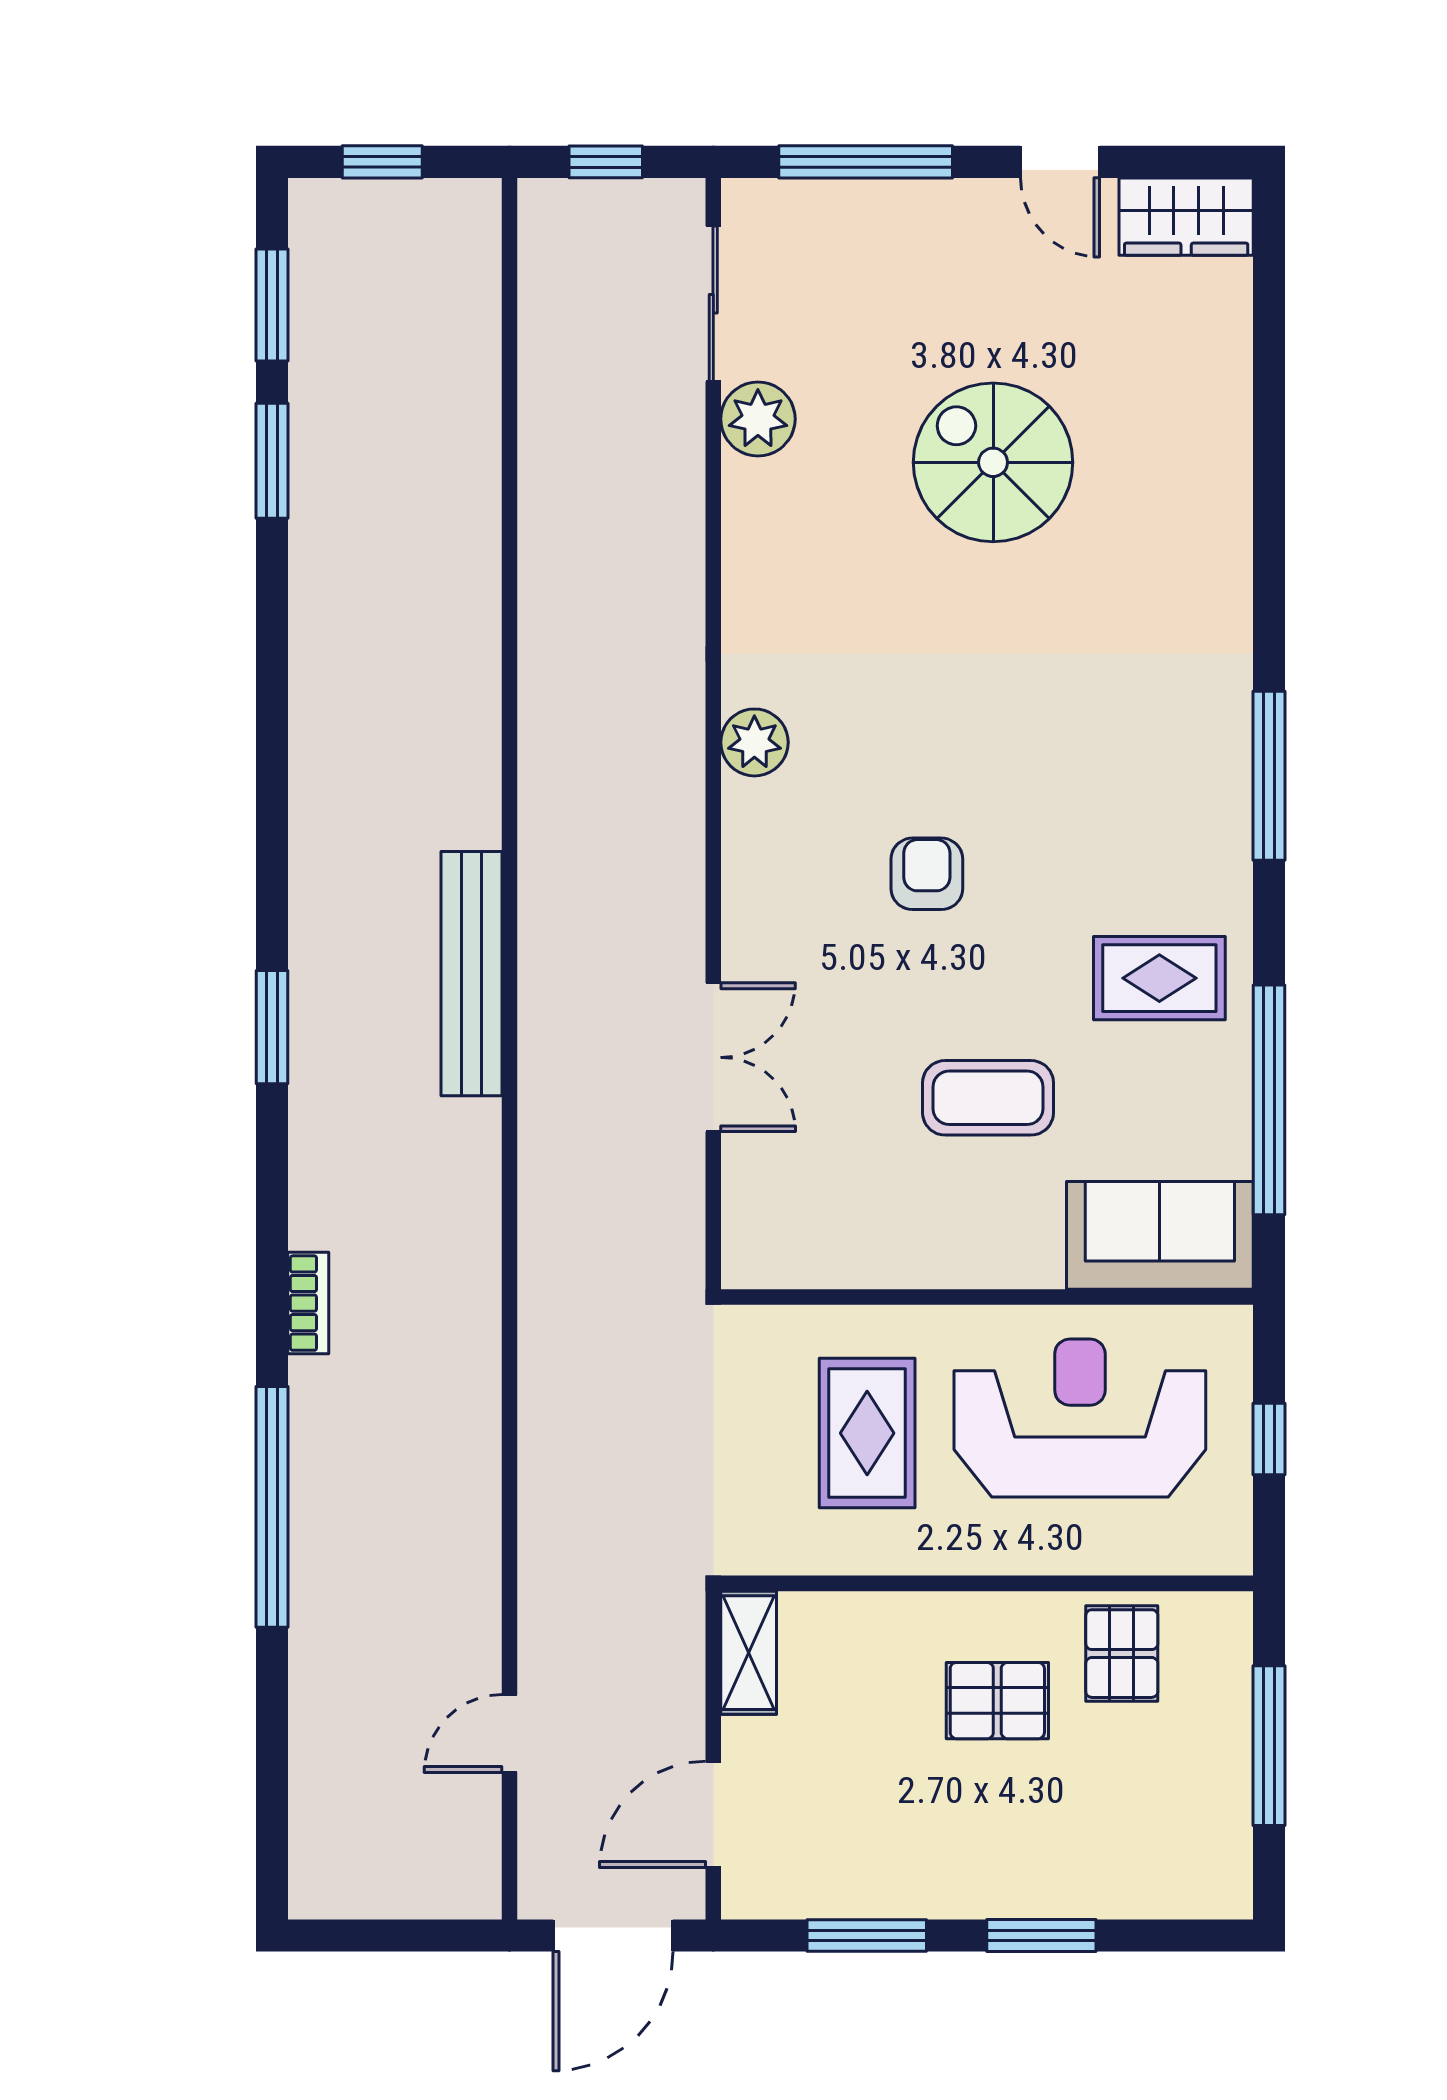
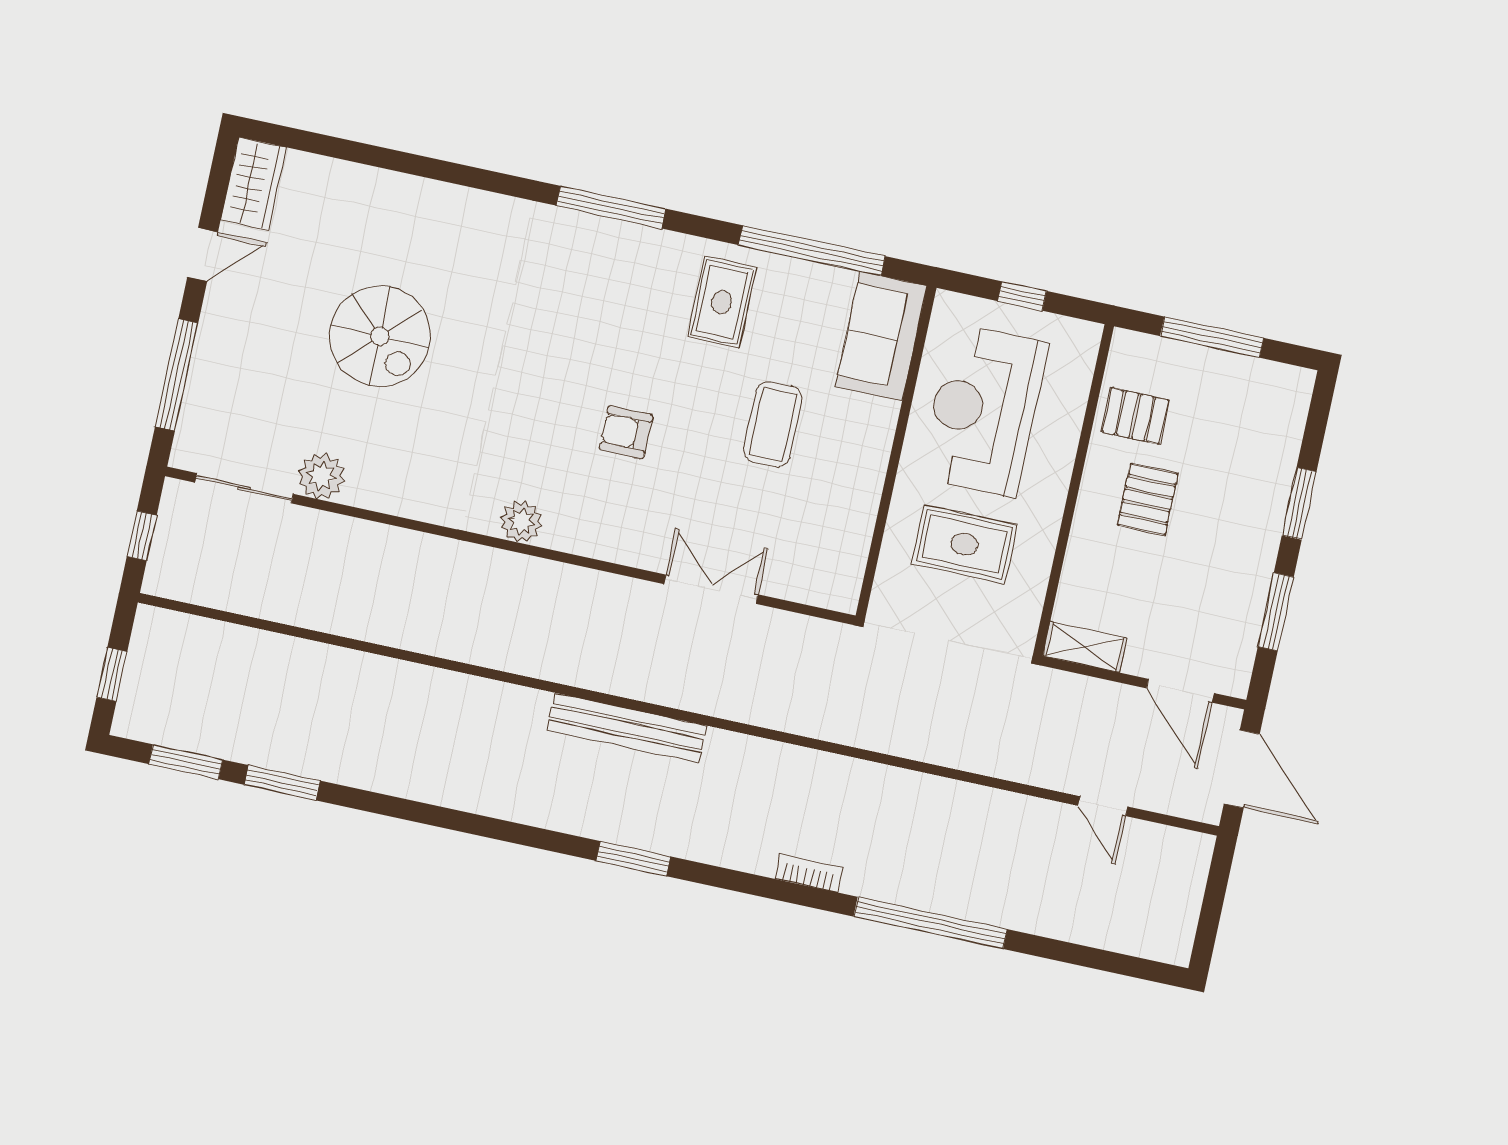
spiral stairs: (993, 462) -> (380, 336), turned -90

